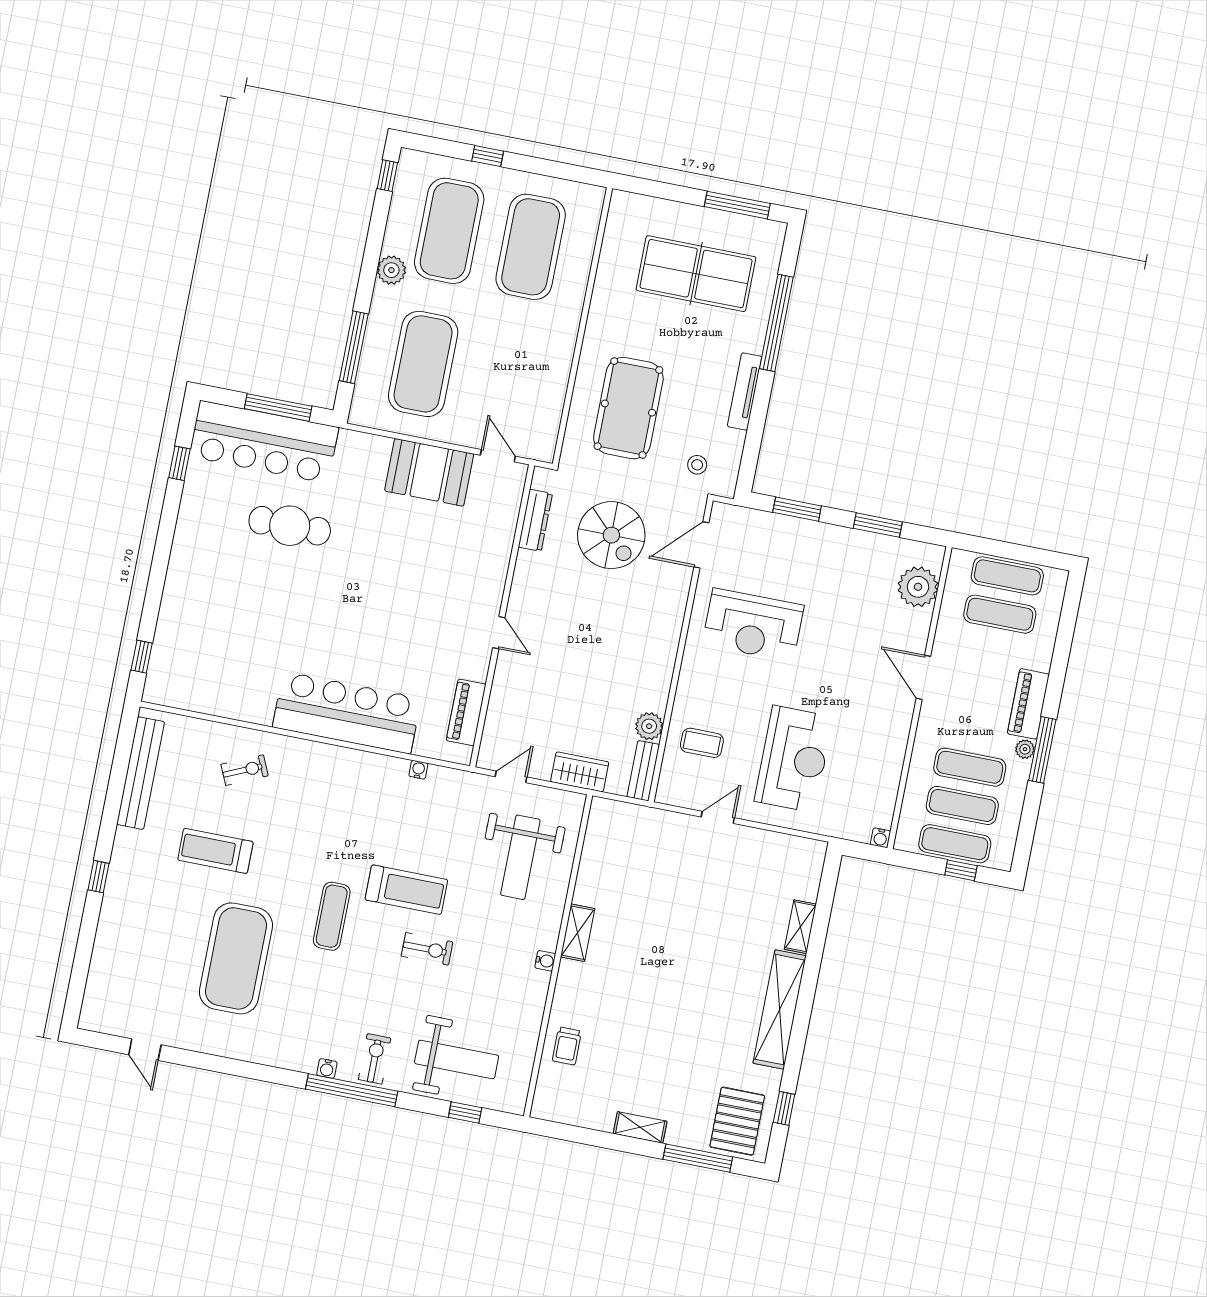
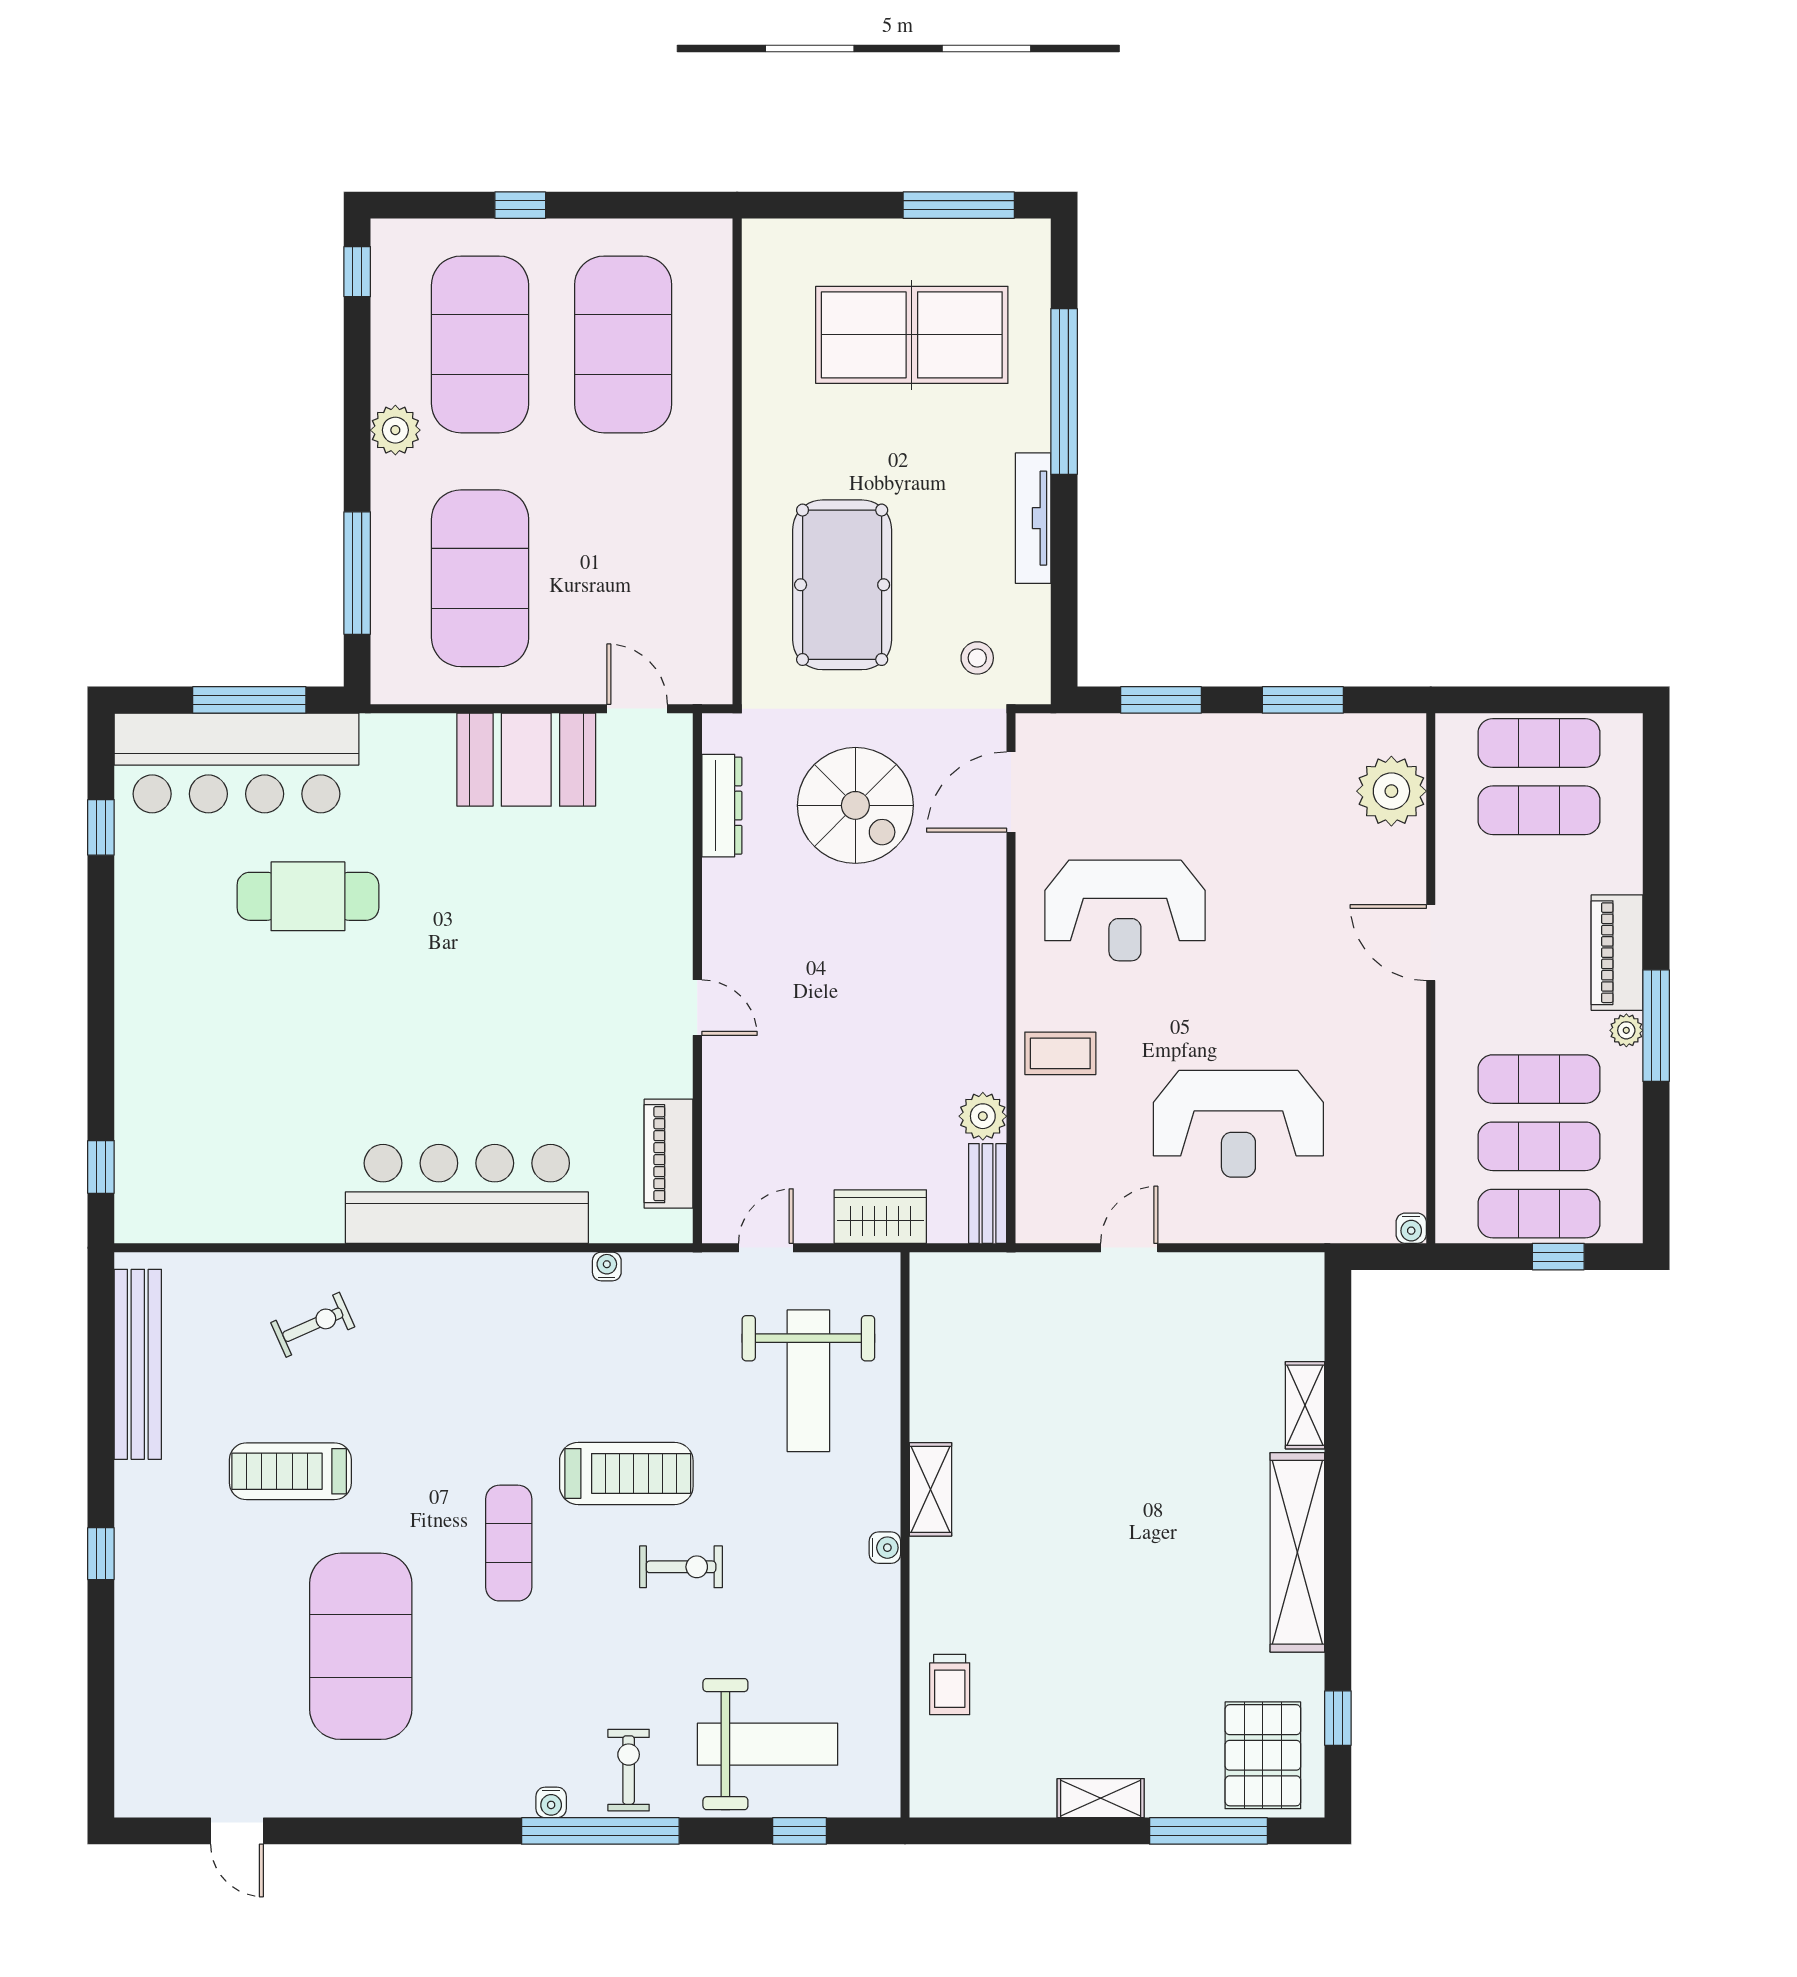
coffee table: (702, 743) -> (1060, 1053), moved
reception desk: (794, 759) -> (1238, 1124), turned 90

